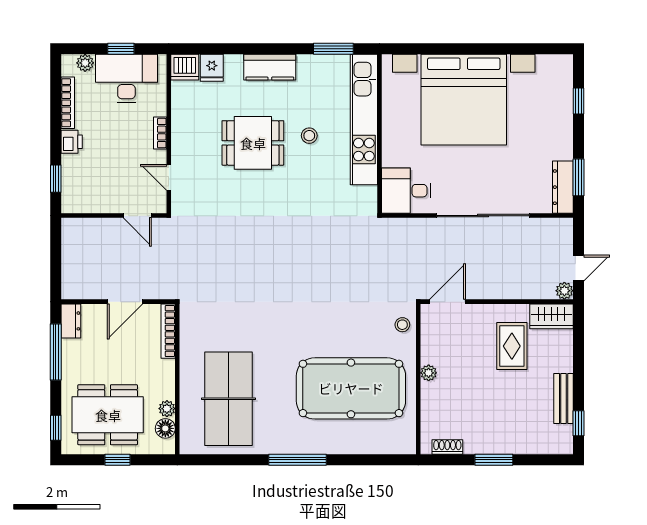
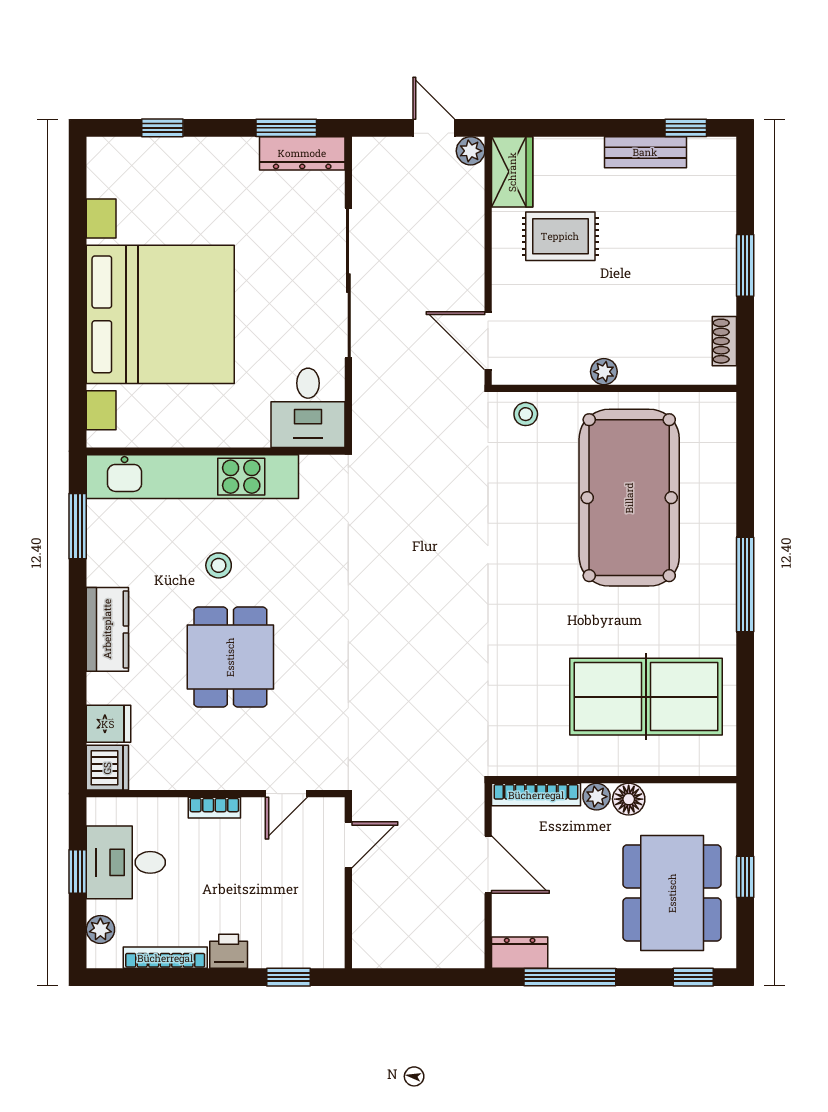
desk: (126, 79) -> (126, 862), width x0.73
plant: (167, 409) -> (597, 797), moved
floor lamp: (165, 428) -> (629, 799), moved

